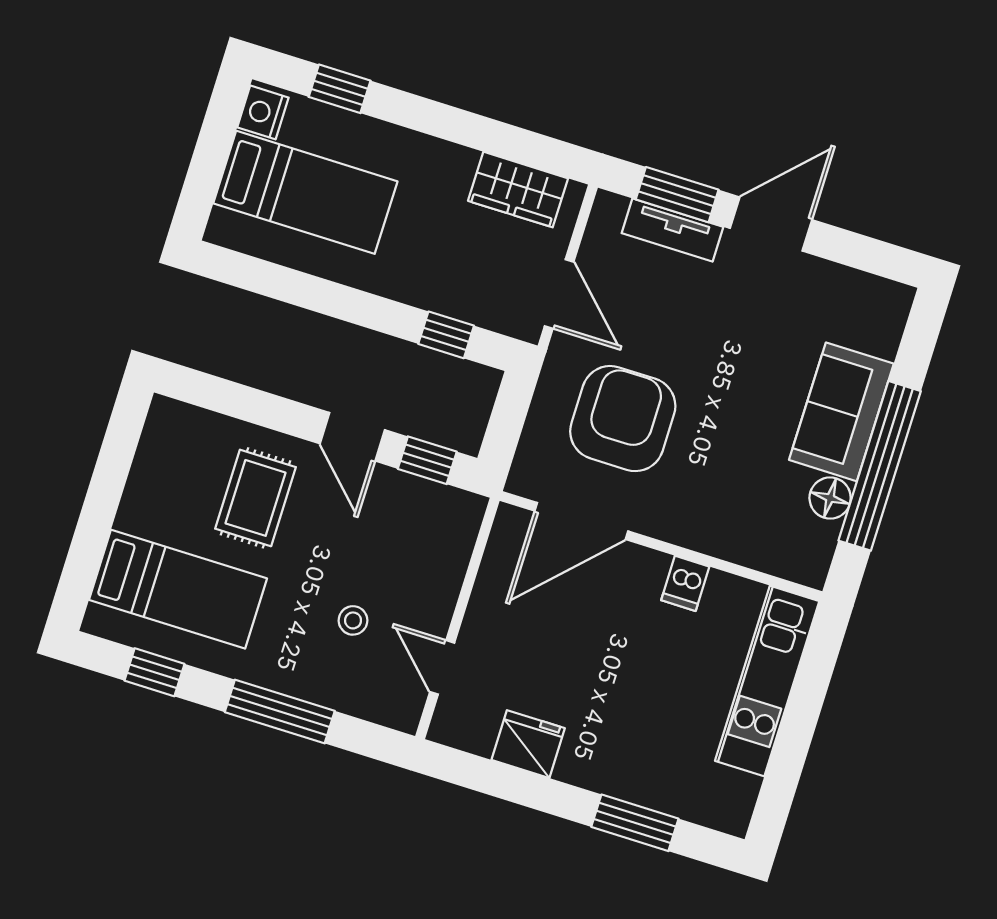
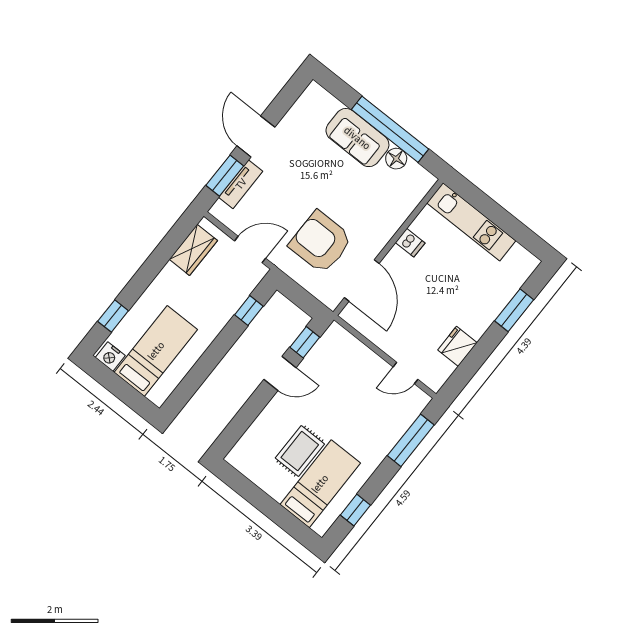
rug: (256, 498) -> (300, 451), moved, turned 90
stool: (353, 620) -> (367, 407), removed
window: (280, 712) -> (411, 440), moved

